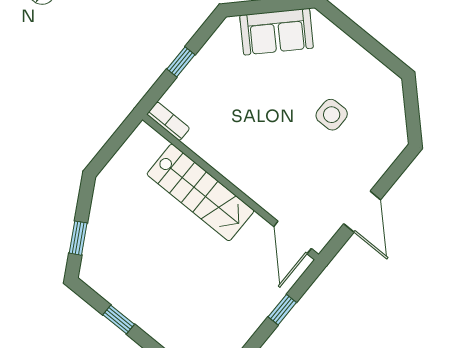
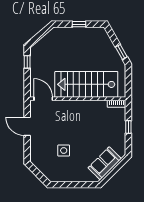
stairs: (200, 192) -> (86, 84), width x1.36, depth x1.51
window: (78, 238) -> (121, 52), moved
window: (282, 310) -> (27, 62), moved

